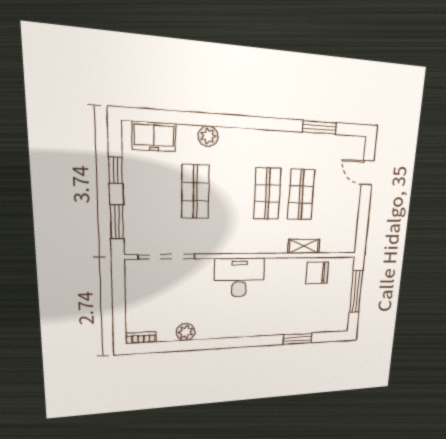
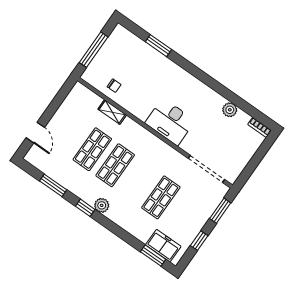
window: (158, 116) -> (153, 256), added
window: (271, 124) -> (85, 208), added
plant: (208, 136) -> (102, 205), moved
chair: (317, 273) -> (114, 86), width x0.54, depth x0.54

